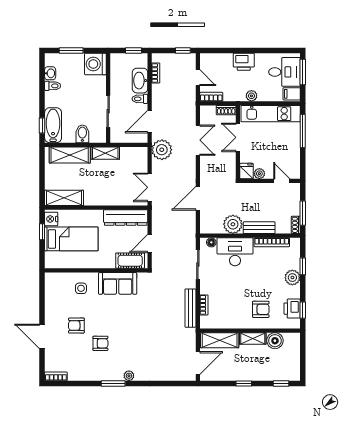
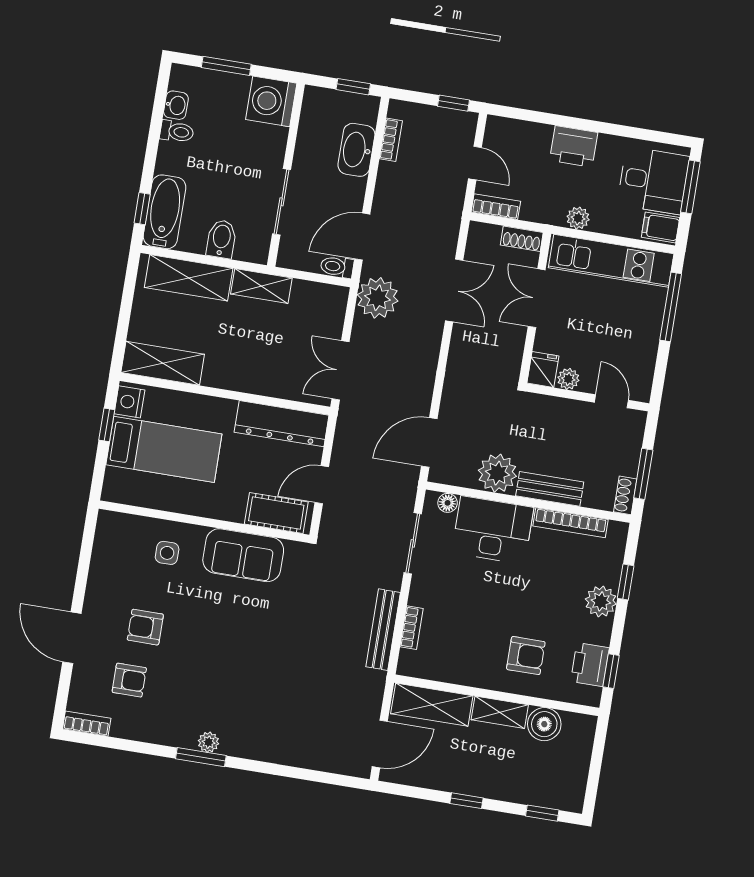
toilet: (140, 99) -> (337, 267), moved
door: (198, 198) -> (429, 442), moved
armchair: (100, 343) -> (129, 680), moved
plant: (129, 376) -> (208, 742), moved

